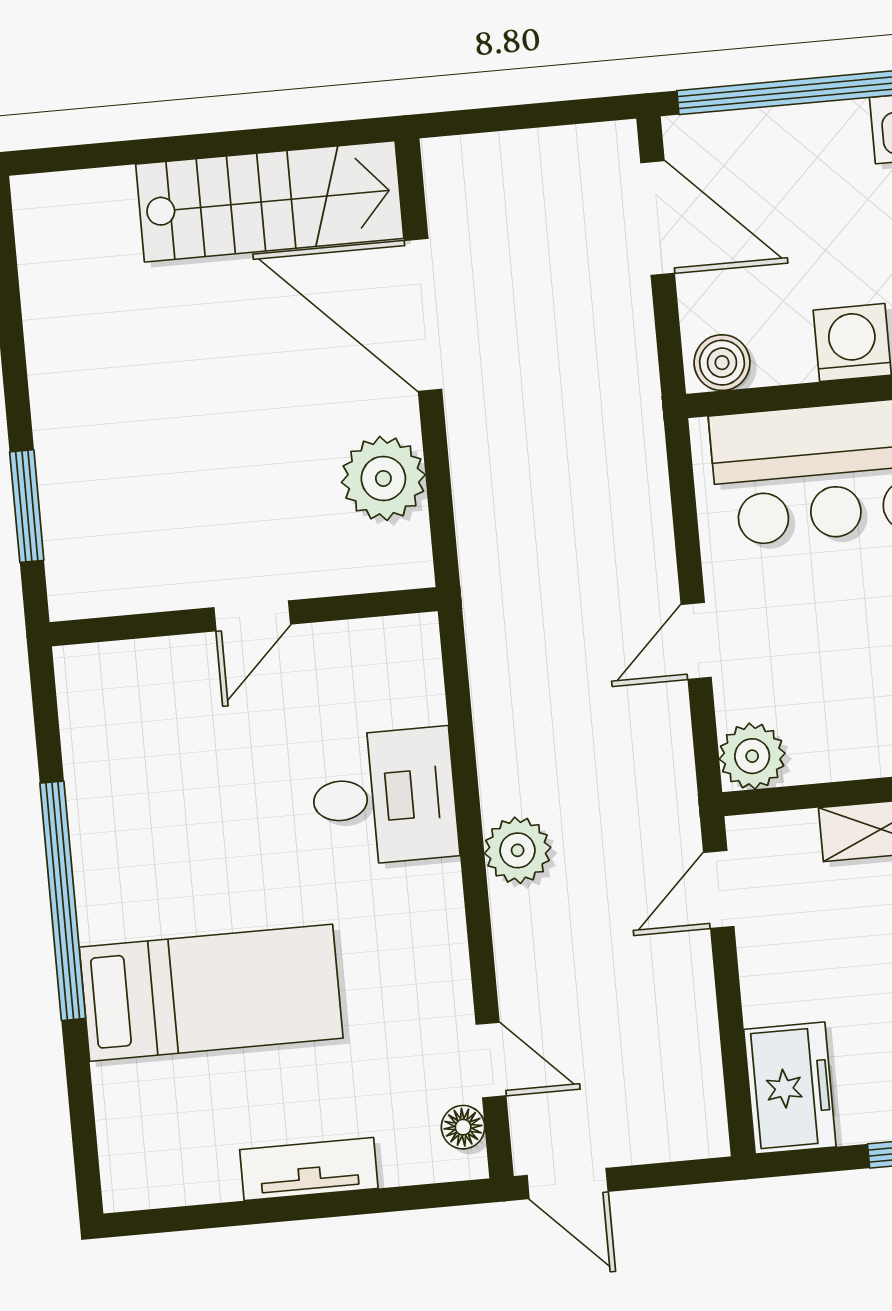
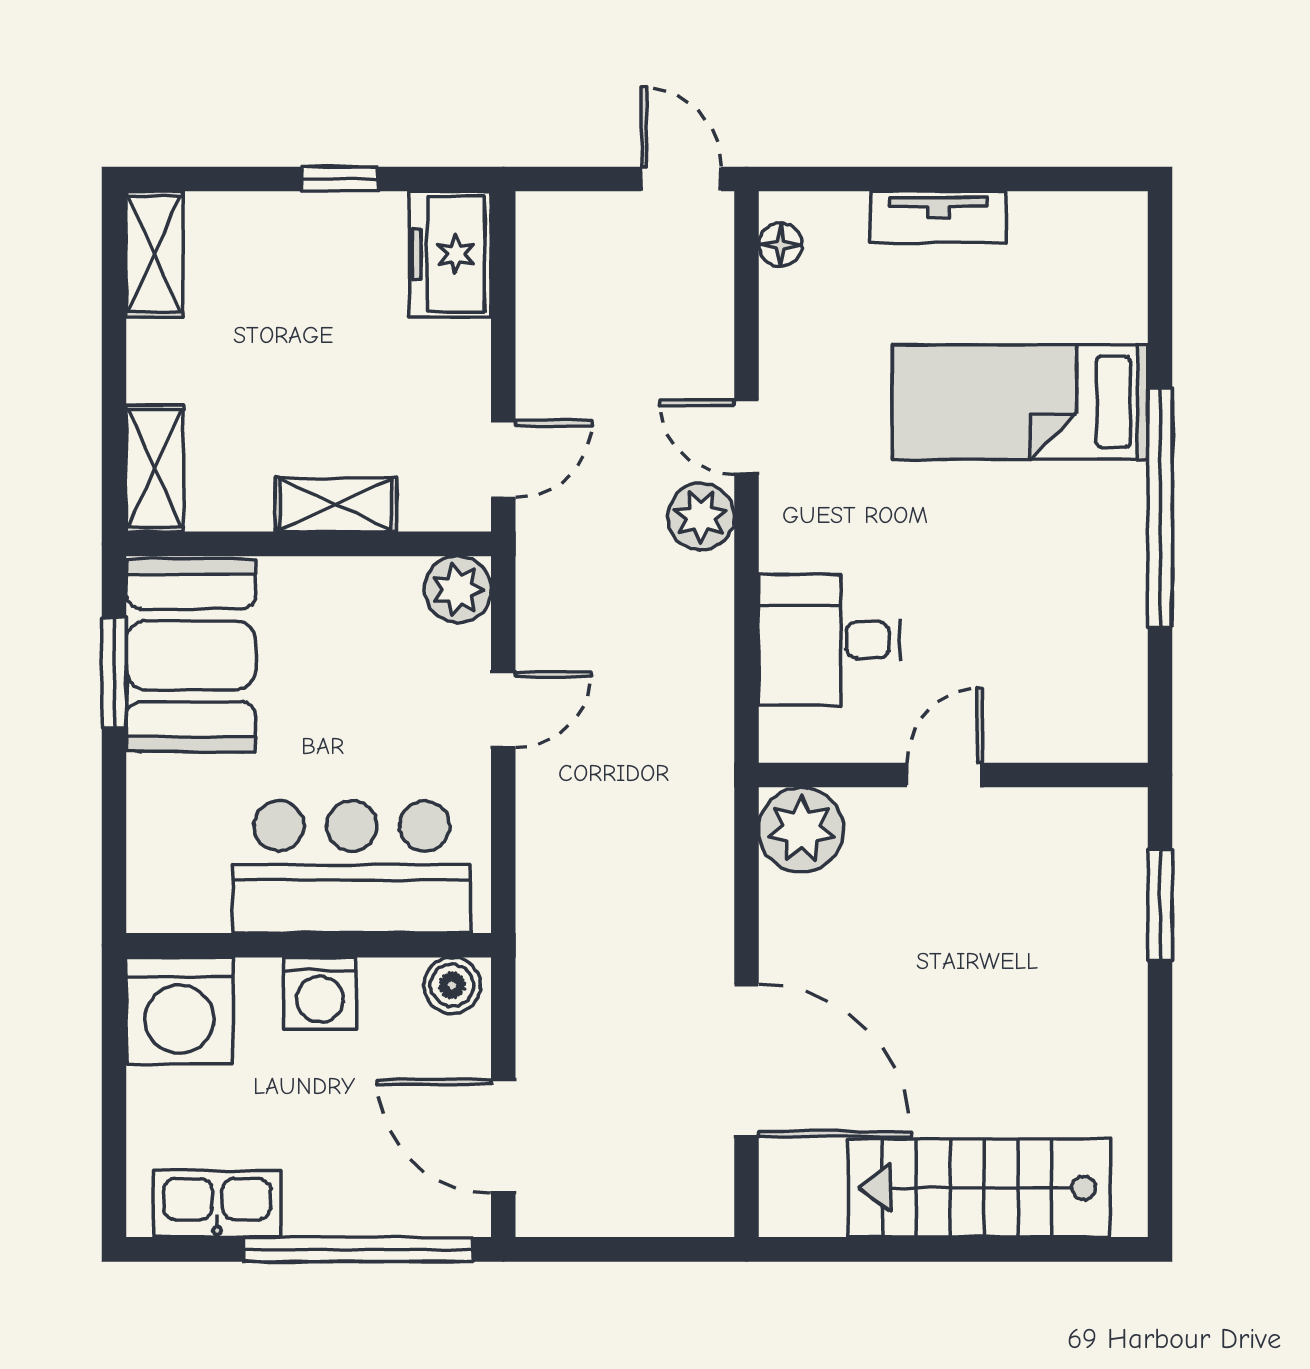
stairs: (270, 201) -> (979, 1188), moved
plant: (383, 478) -> (801, 830), moved
desk: (384, 797) -> (829, 640), moved
door: (491, 1060) -> (746, 437), moved

